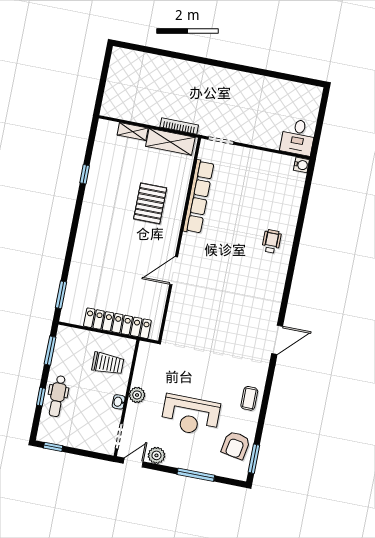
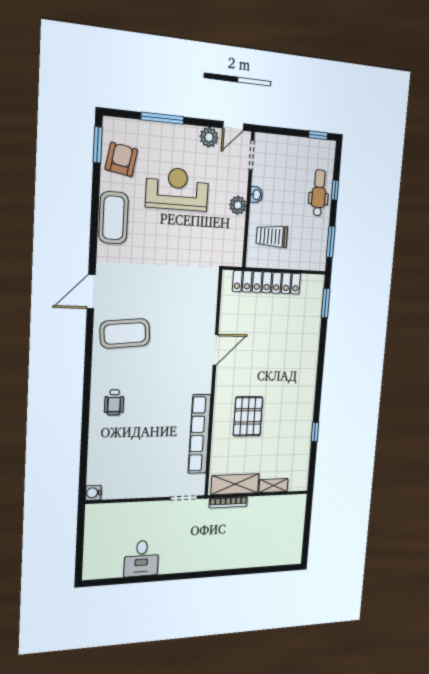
desk: (298, 137) -> (141, 558), moved, turned 180
coffee table: (254, 300) -> (125, 333), added
coffee table: (249, 398) -> (114, 218), width x1.86, depth x1.72

